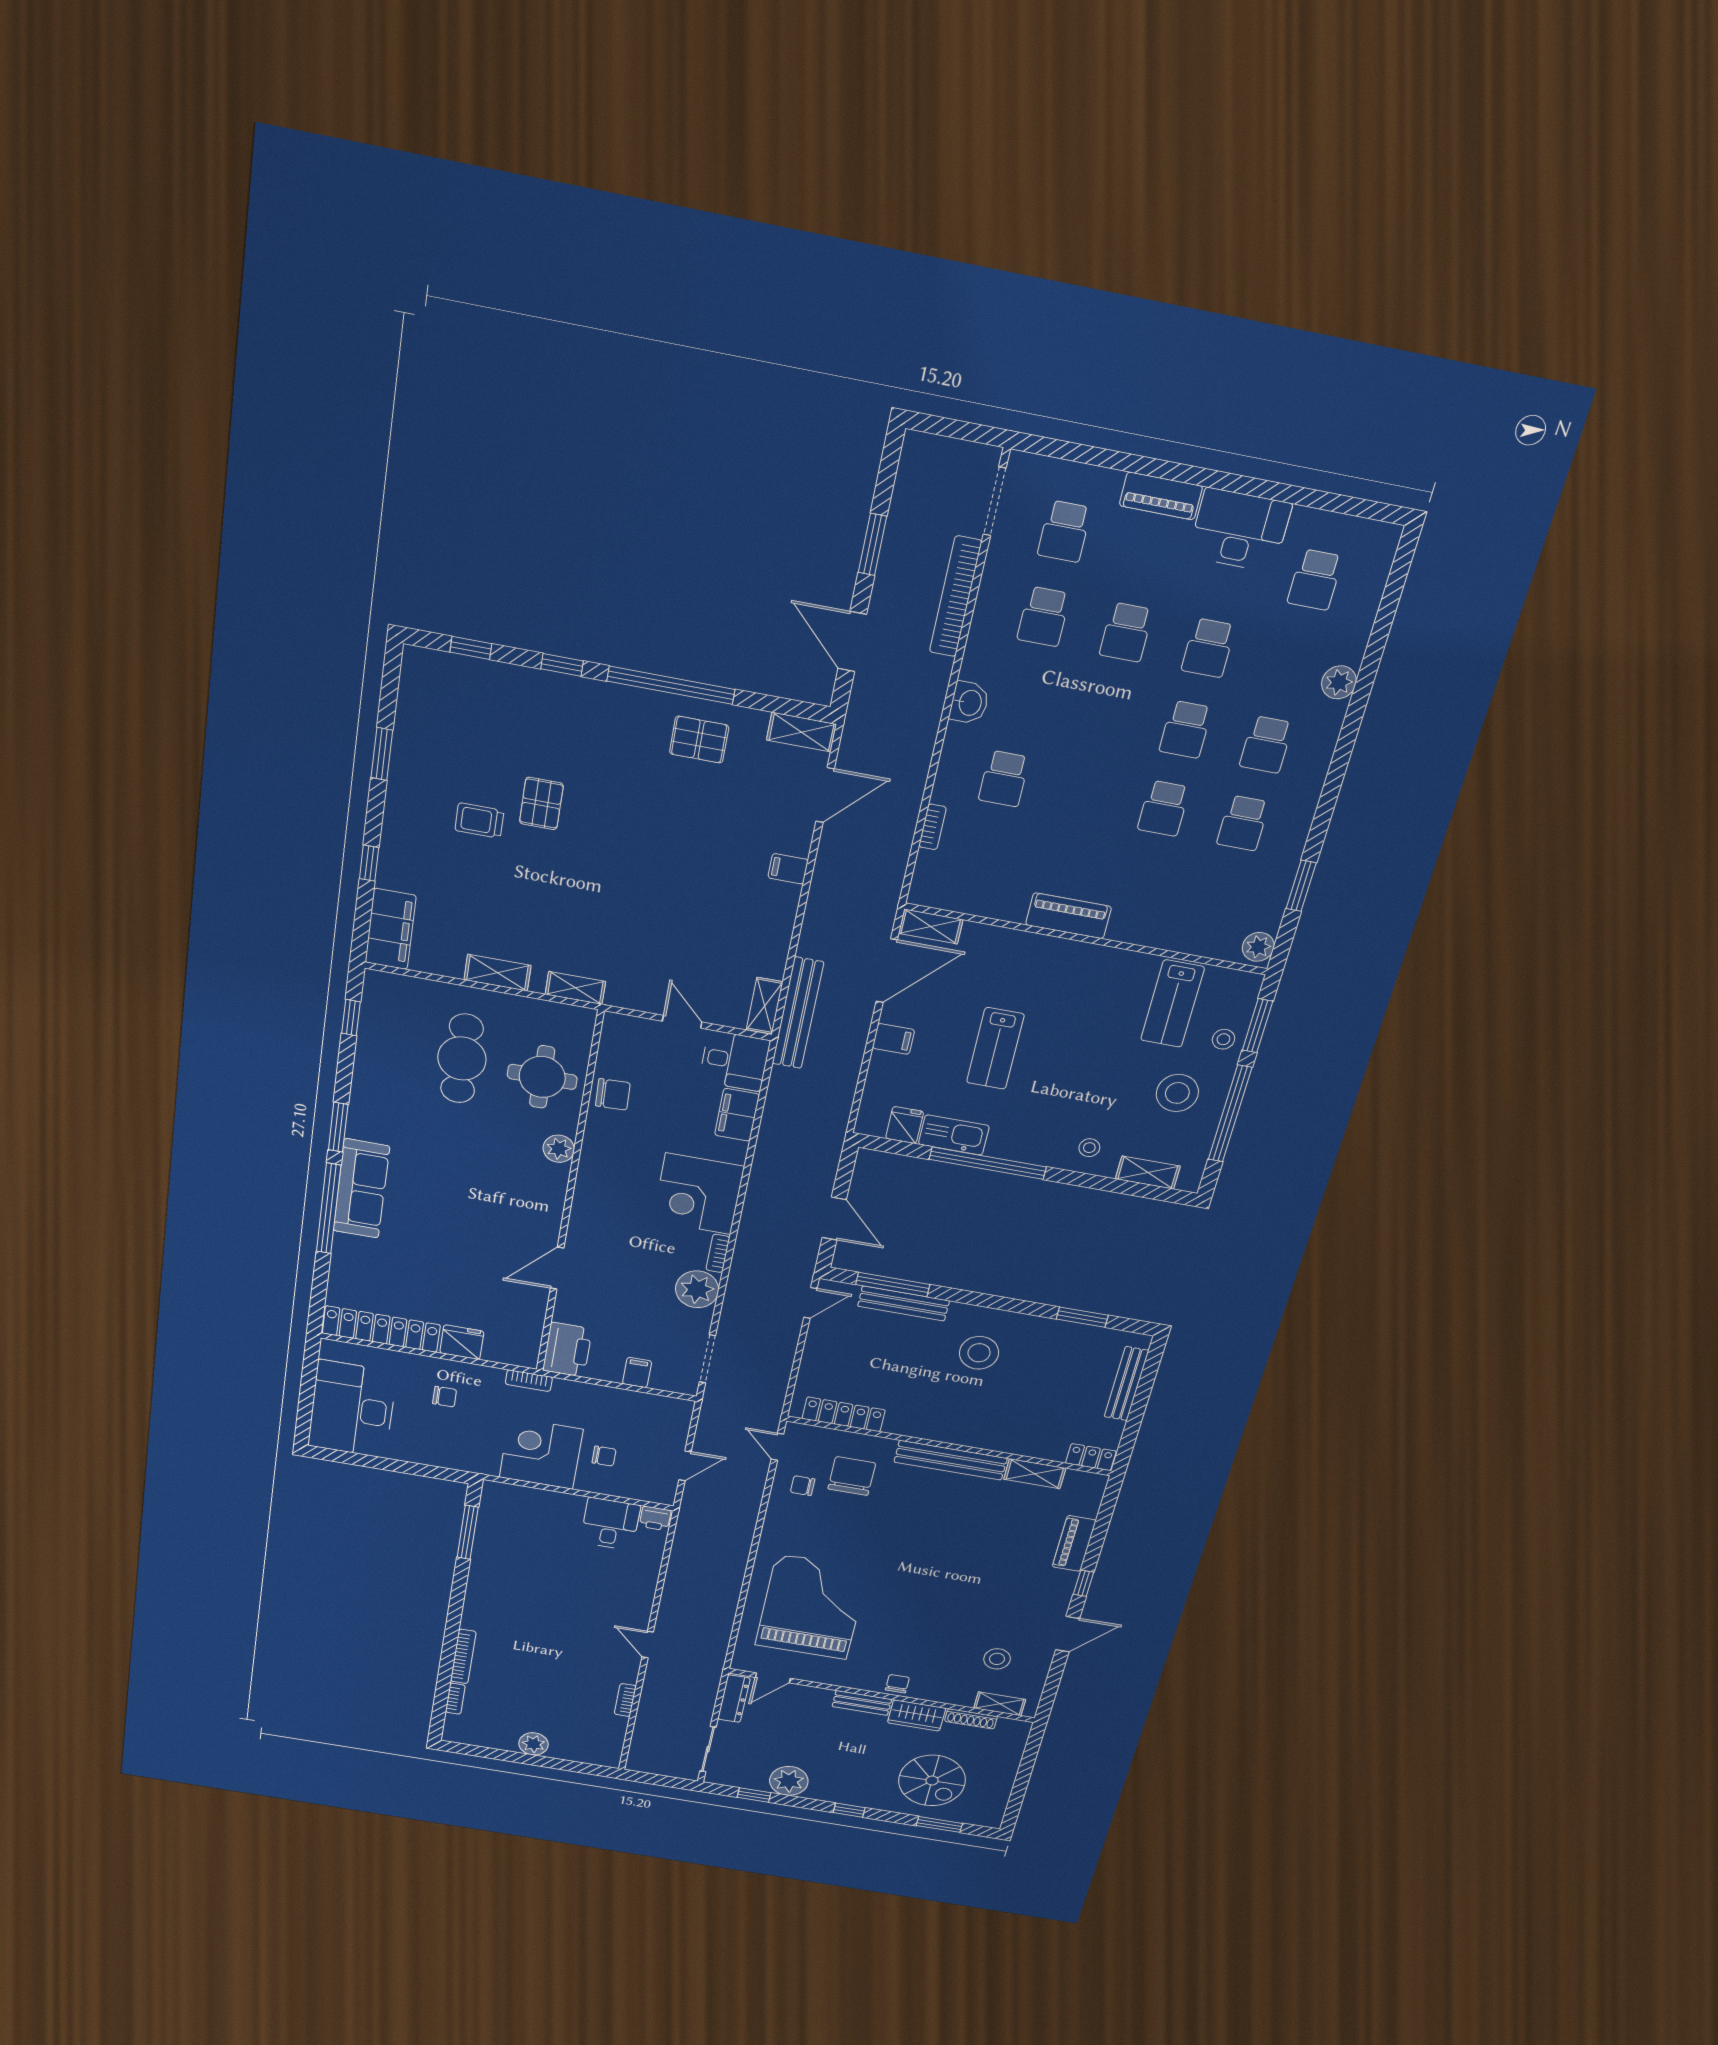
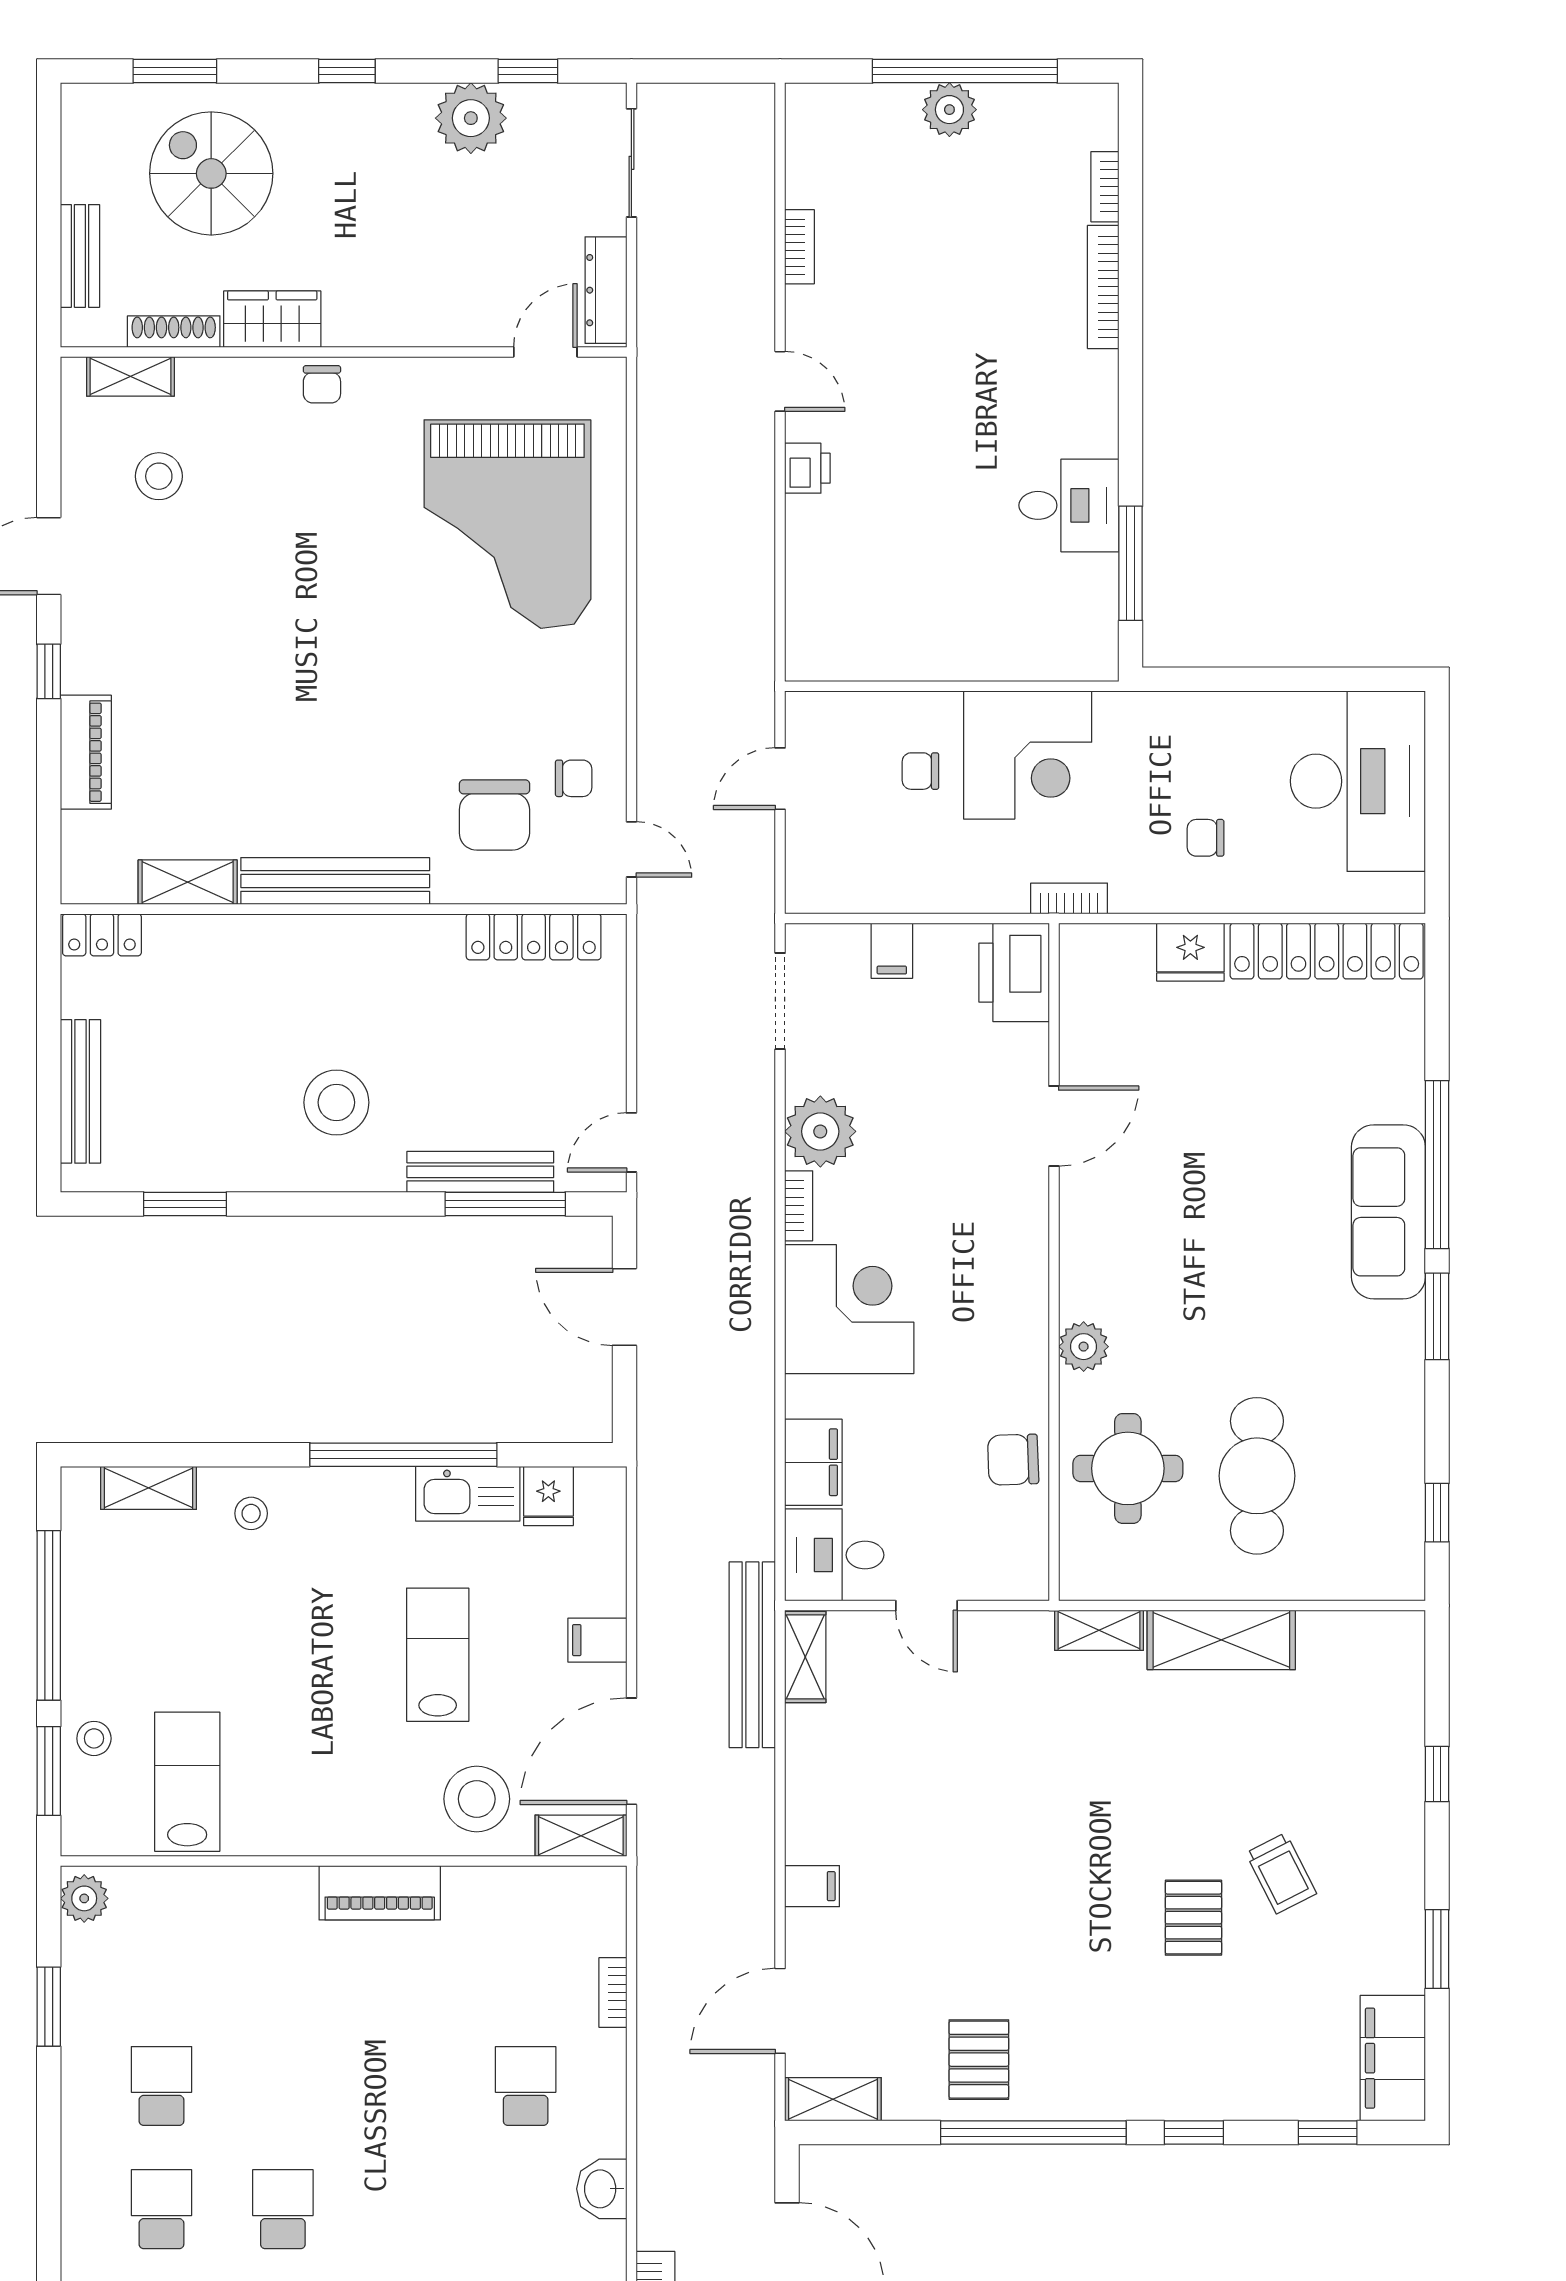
pallet: (699, 740) -> (979, 2060), turned 90
school desk: (1164, 808) -> (283, 2086), removed
trolley: (479, 821) -> (1281, 1873), turned 63
filing cabinet: (391, 929) -> (1393, 2058), moved
shelving: (498, 973) -> (1221, 1640), width x1.50, depth x1.33
stool: (1177, 1093) -> (477, 1799), moved
printer: (655, 1518) -> (807, 468), moved, turned 90
desk: (610, 1524) -> (1069, 505), moved, turned -90
bench: (862, 1703) -> (80, 256), moved, turned 90
window: (522, 1758) -> (965, 71), added

